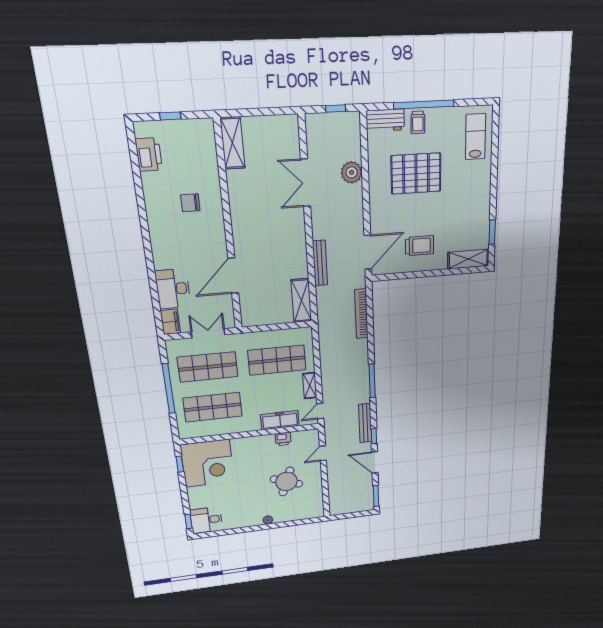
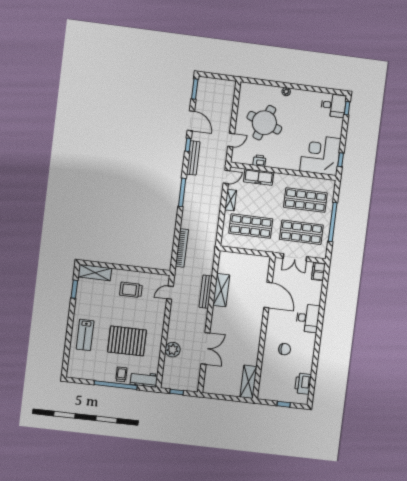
lab bench: (476, 137) -> (85, 335), moved
door: (368, 252) -> (170, 293), width x0.53
door: (233, 276) -> (268, 295), hinge flipped
desk: (173, 289) -> (308, 318), moved
shelving: (301, 300) -> (221, 290), moved
round table: (286, 481) -> (264, 123), width x1.36, depth x1.36

